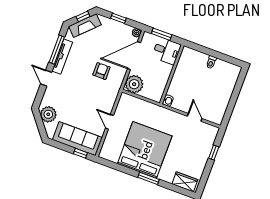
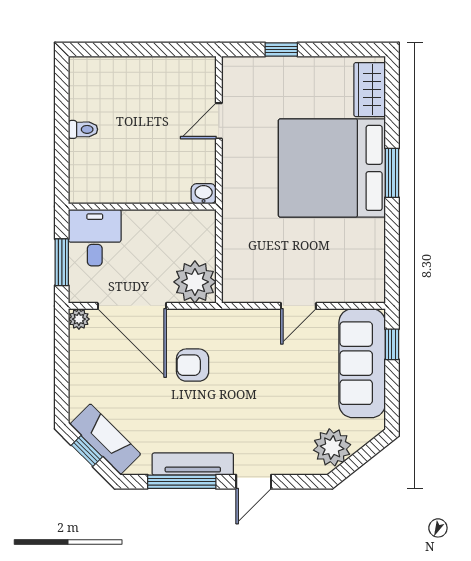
window: (118, 18) -> (62, 371), removed
bed: (145, 150) -> (332, 168), moved

